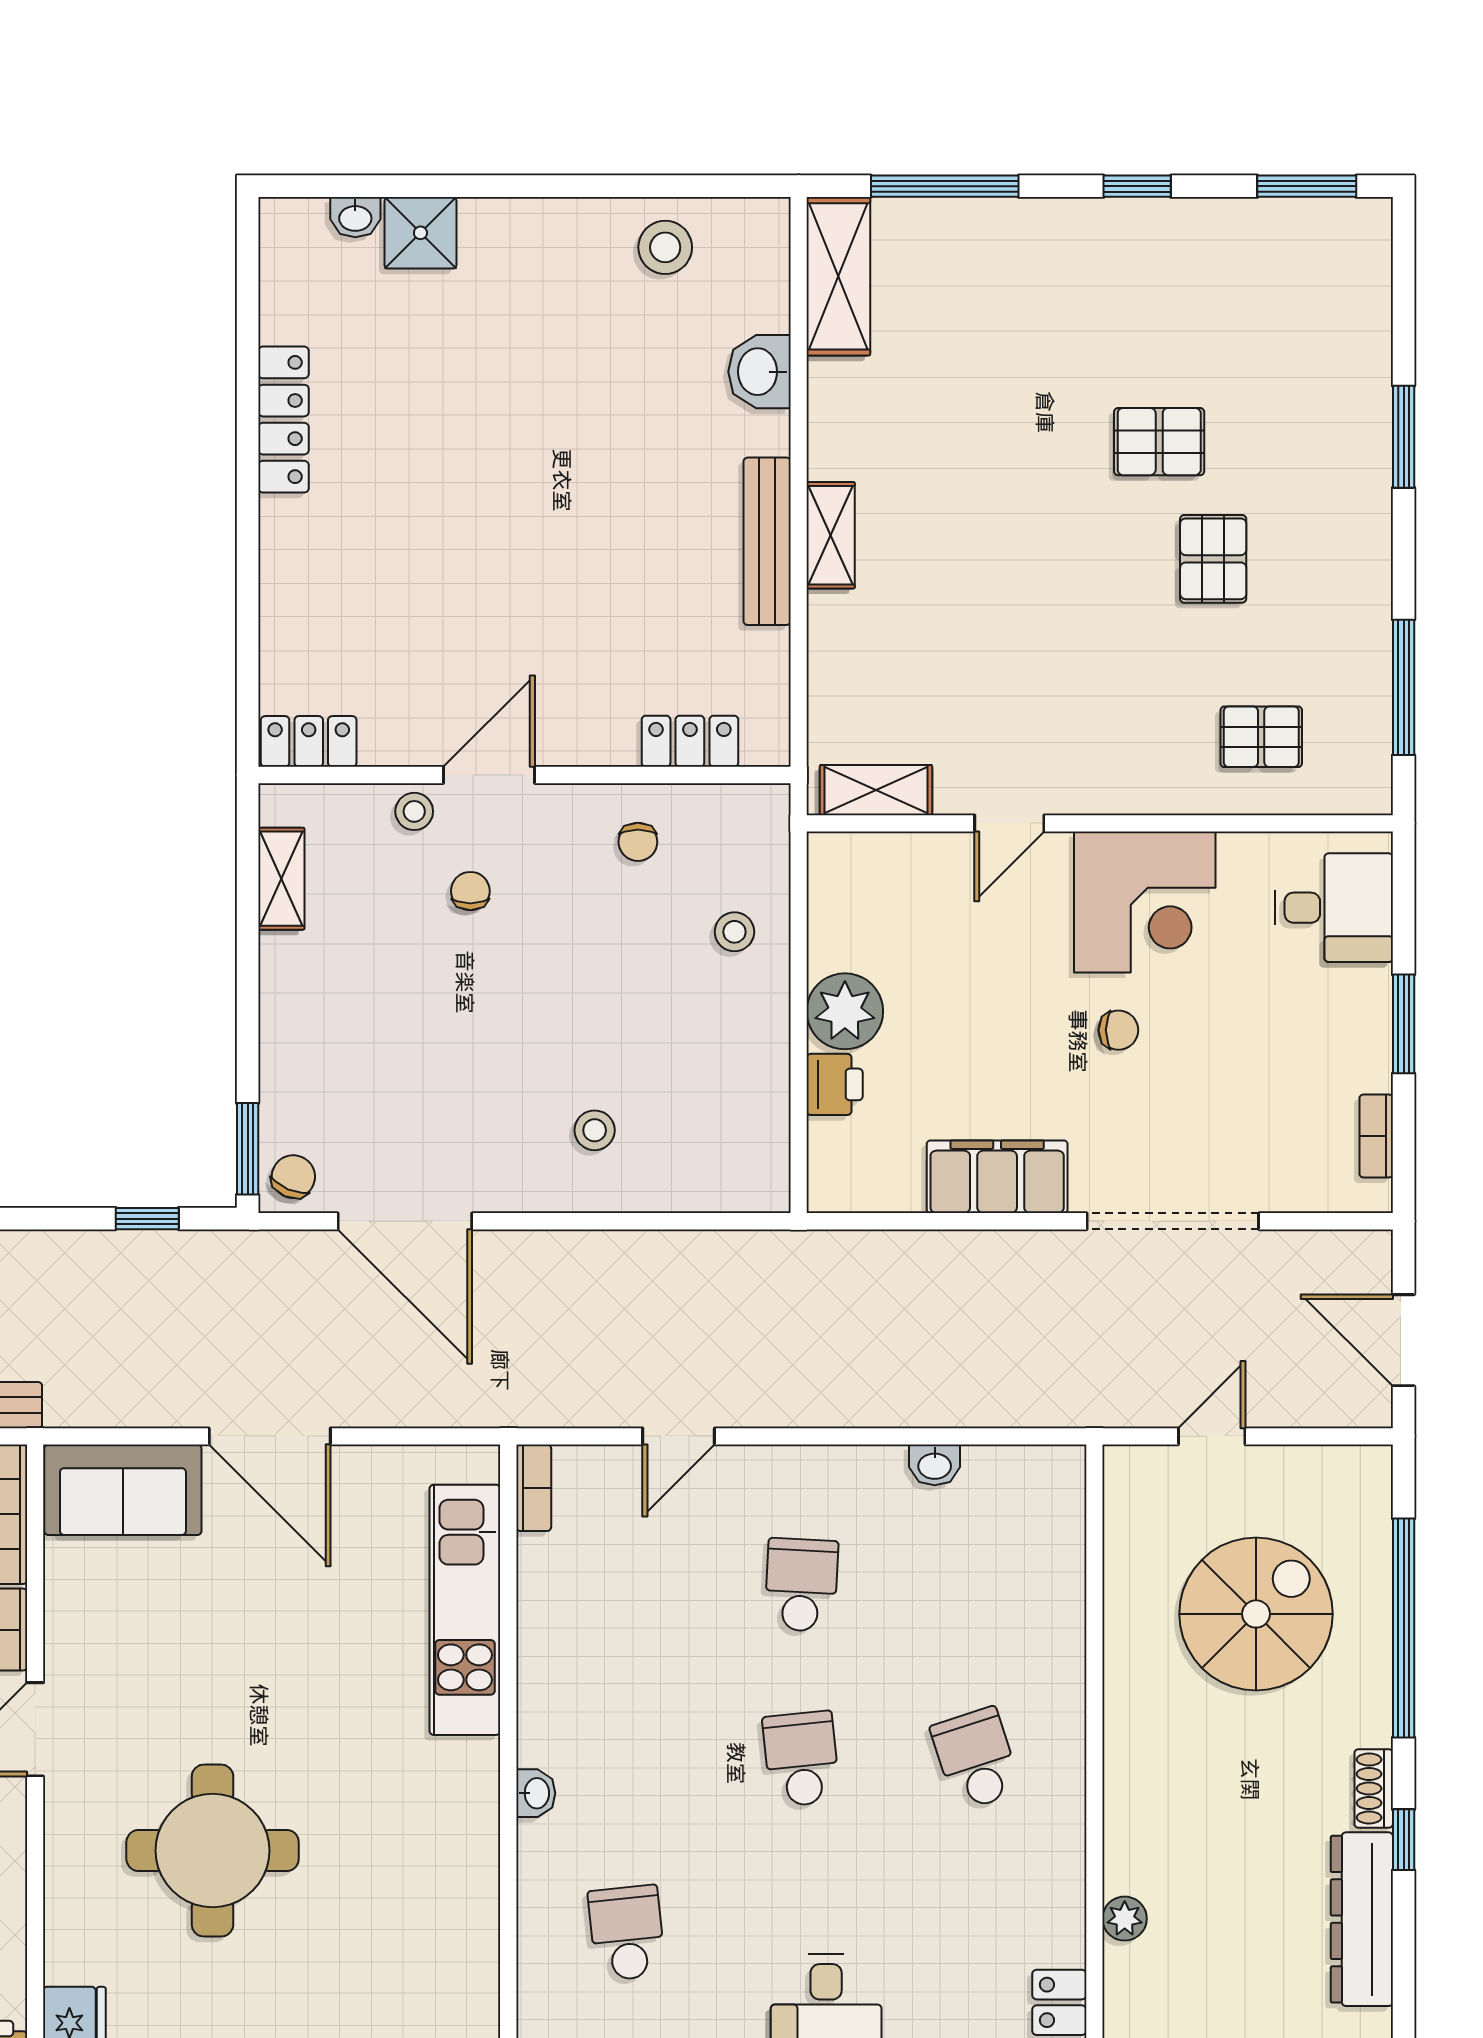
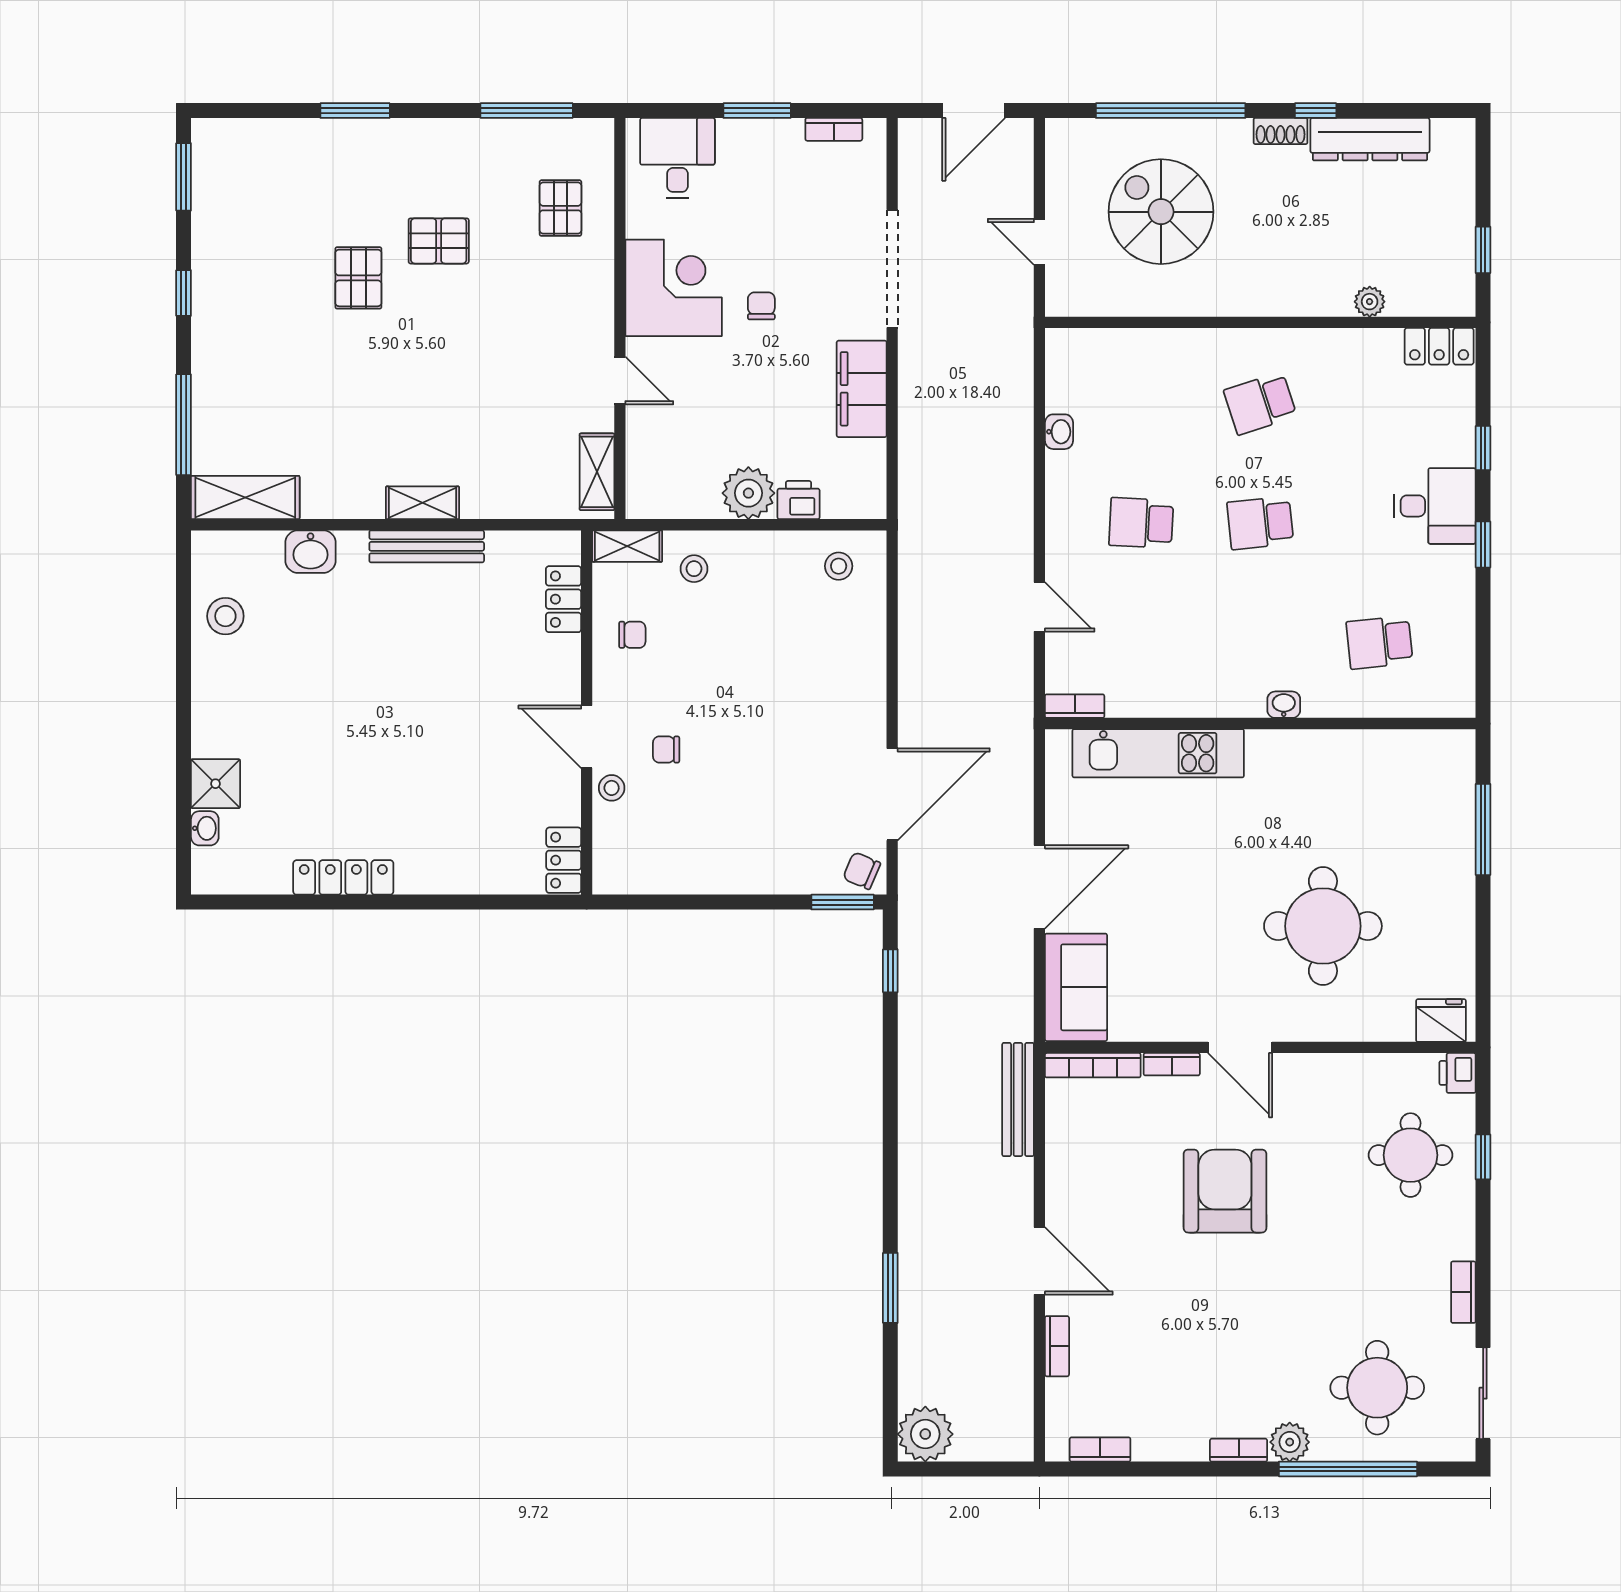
shelving: (281, 879) -> (627, 546), moved
stool: (595, 1130) -> (839, 566), moved

